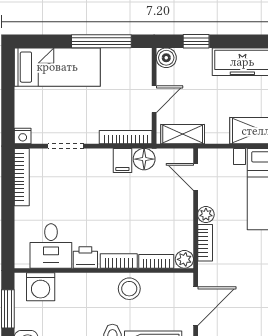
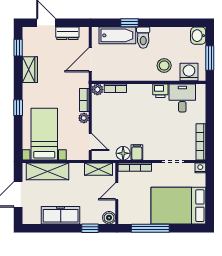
bed: (57, 67) -> (178, 206), width x1.50
bookcase: (119, 261) -> (139, 88), removed
stool: (129, 289) -> (164, 65), moved

